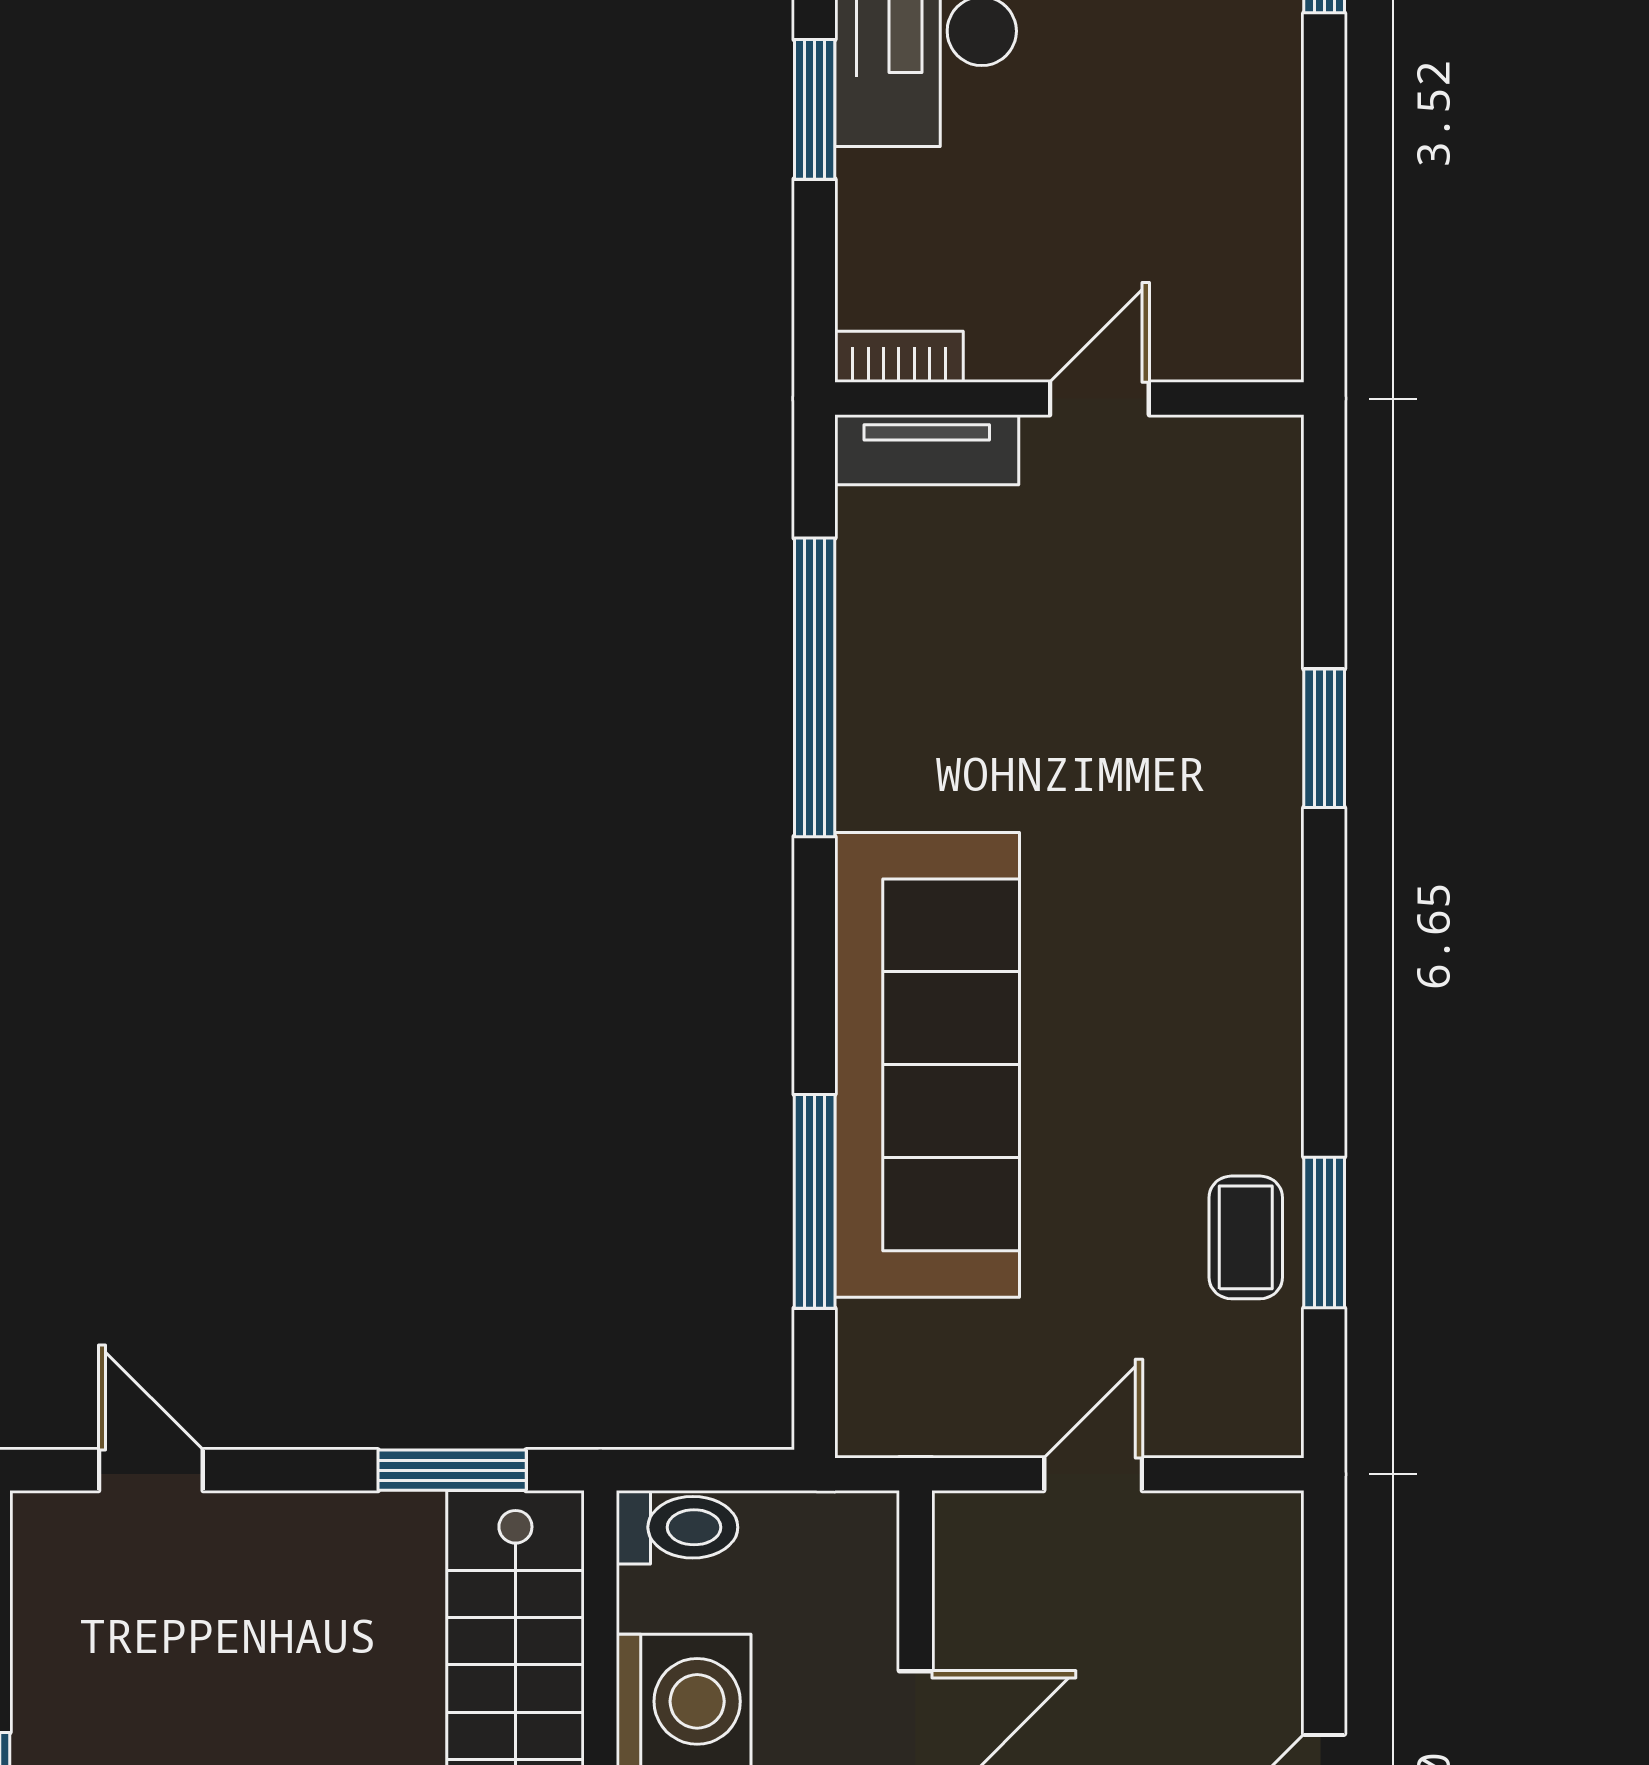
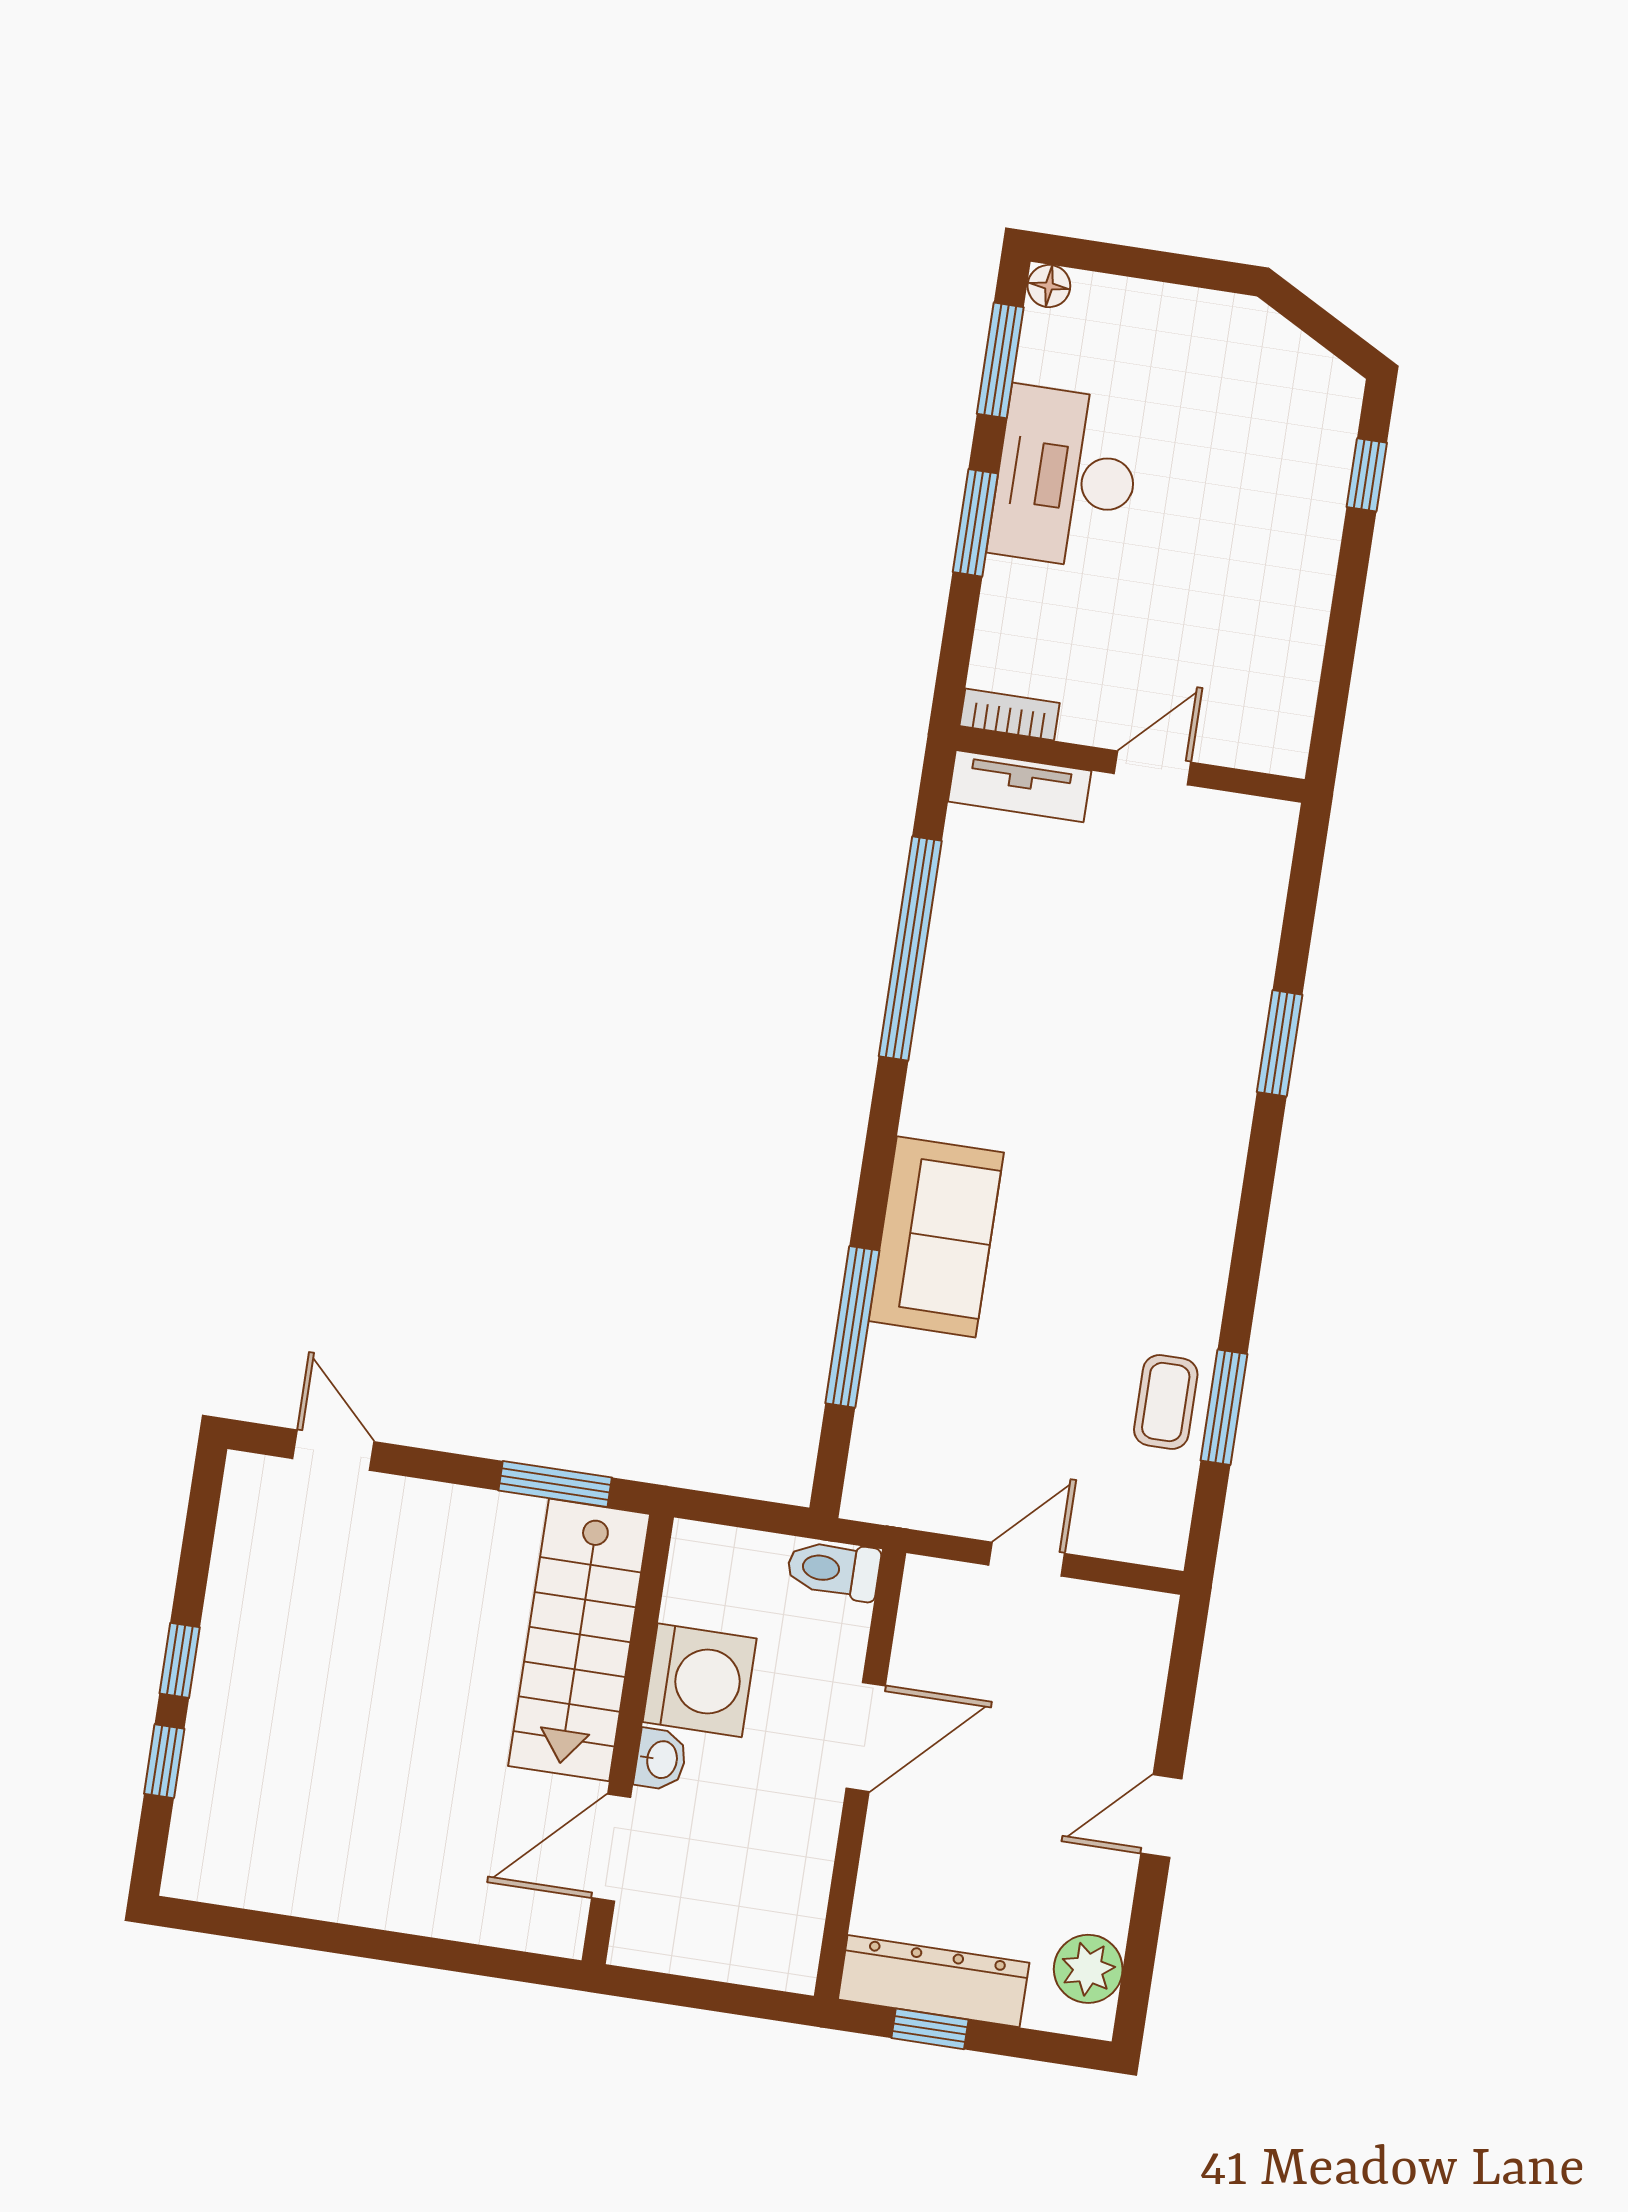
sofa: (927, 1065) -> (936, 1237), width x0.54, depth x0.79
toilet: (677, 1527) -> (833, 1570), moved, turned 180

